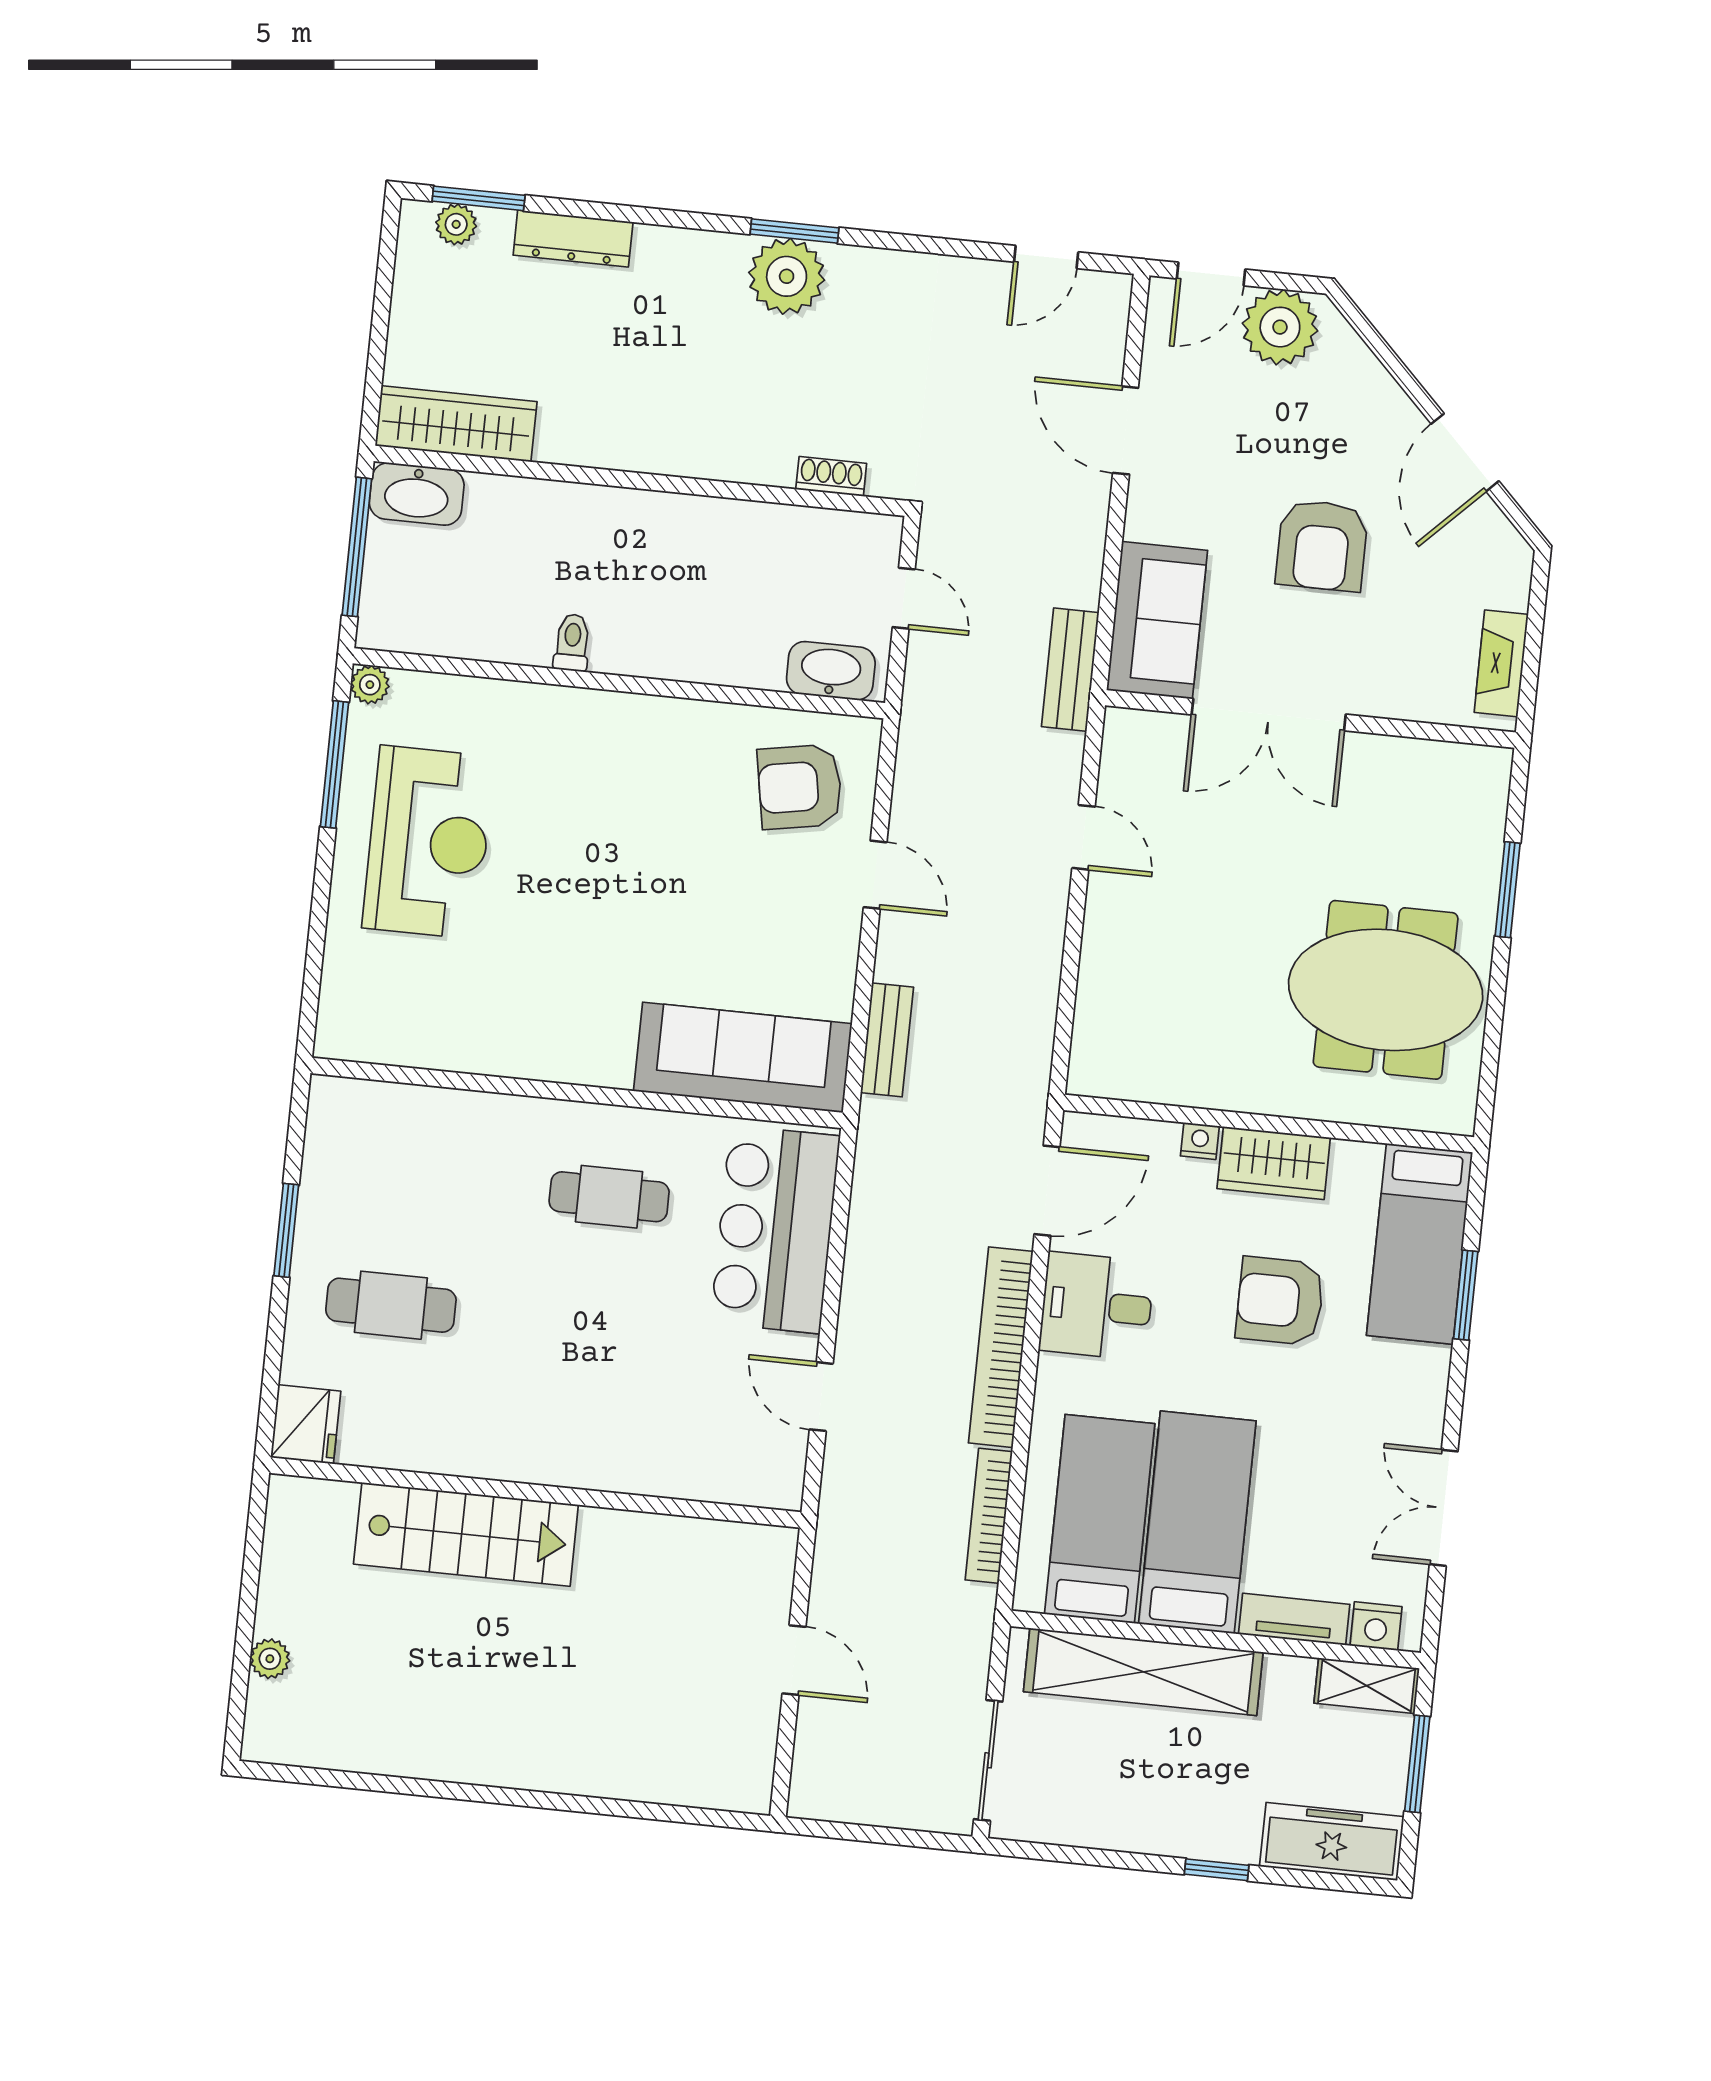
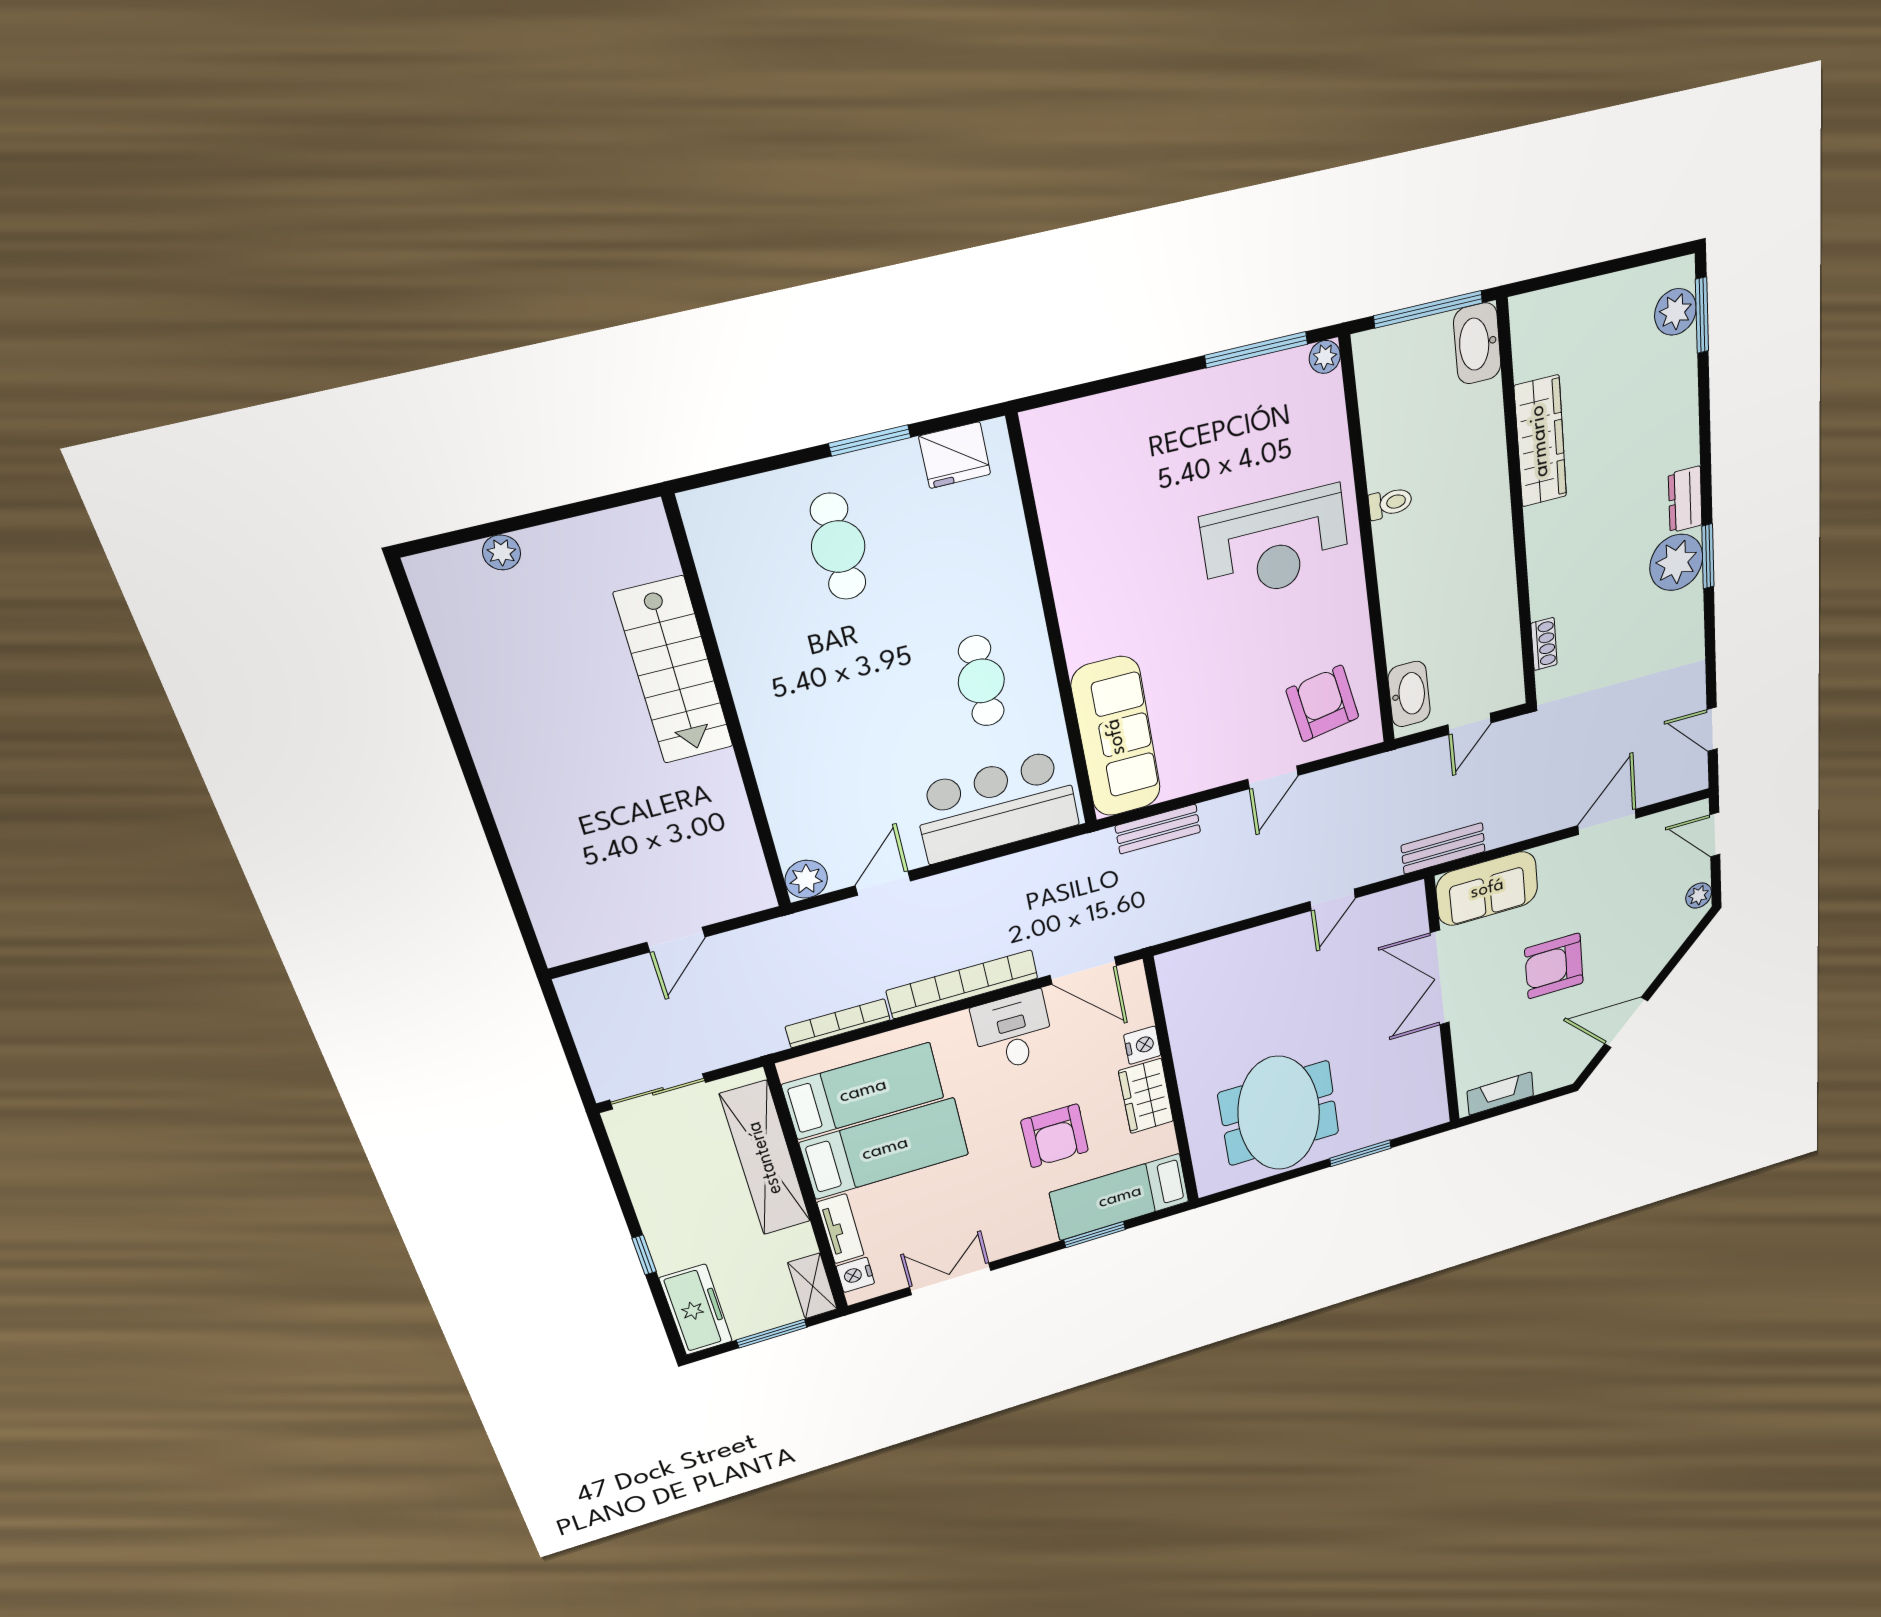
plant: (456, 224) -> (1675, 312), width x1.38, depth x1.38
dresser: (573, 239) -> (1685, 499), moved, width x0.70
plant: (1280, 327) -> (1699, 896), width x0.53, depth x0.53
wardrobe: (456, 424) -> (1540, 441), moved
reception desk: (428, 842) -> (1275, 544), moved
nightstand: (1200, 1141) -> (1142, 1045), width x1.39, depth x1.35
armchair: (1280, 1301) -> (1055, 1136), turned 180
fridge: (306, 1424) -> (955, 455), moved
plant: (778, 1484) -> (806, 879), added

